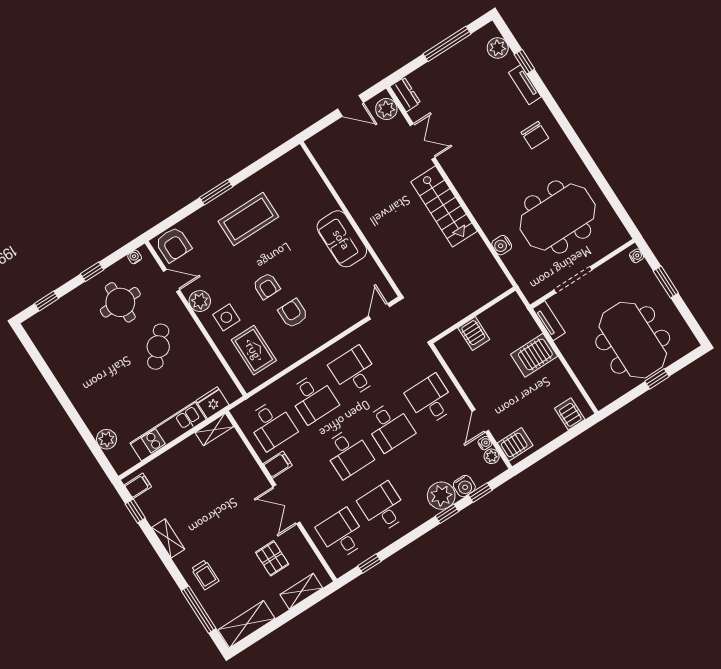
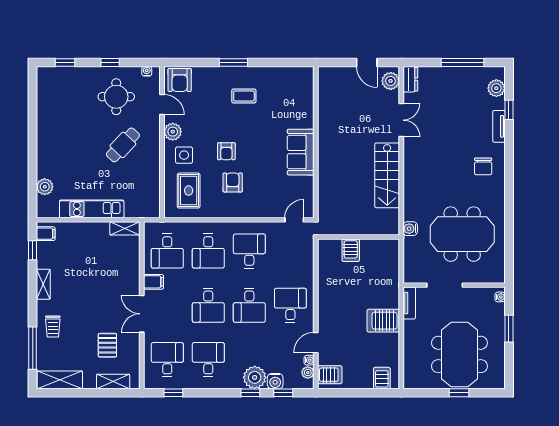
coffee table: (248, 219) -> (244, 96), width x0.54, depth x0.58
wall: (473, 315) -> (359, 237), moved
server rack: (474, 334) -> (351, 250), moved
fridge: (212, 403) -> (136, 209), removed

